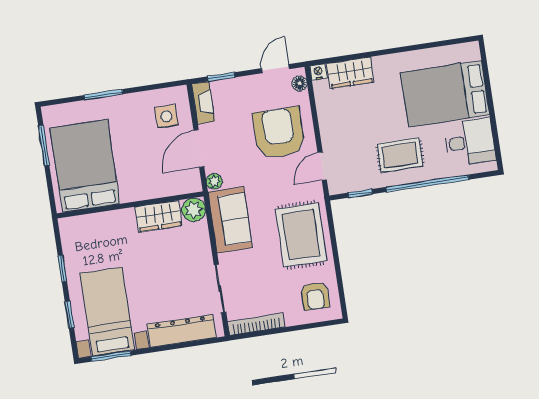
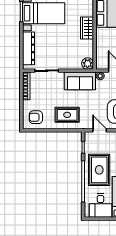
rug: (400, 155) -> (99, 170), width x1.36, depth x1.43
wardrobe: (159, 216) -> (87, 28), moved
rug: (301, 235) -> (67, 115), width x0.73, depth x0.70

